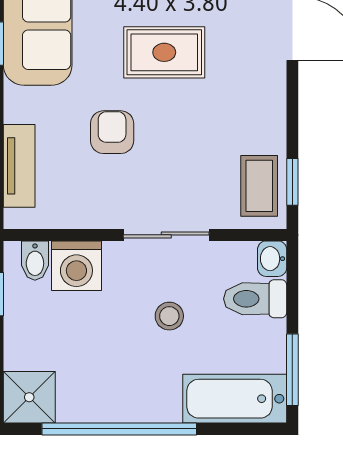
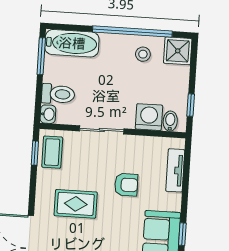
rug: (164, 52) -> (76, 204), moved
armchair: (112, 132) -> (126, 185), turned -90
stool: (169, 316) -> (143, 54), moved

